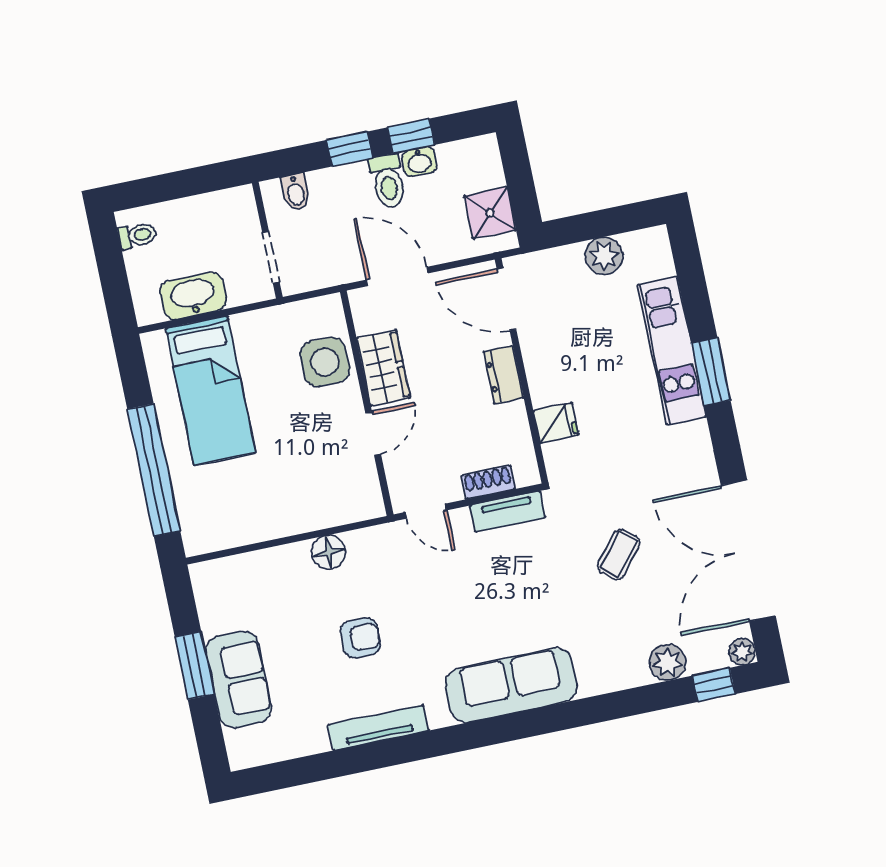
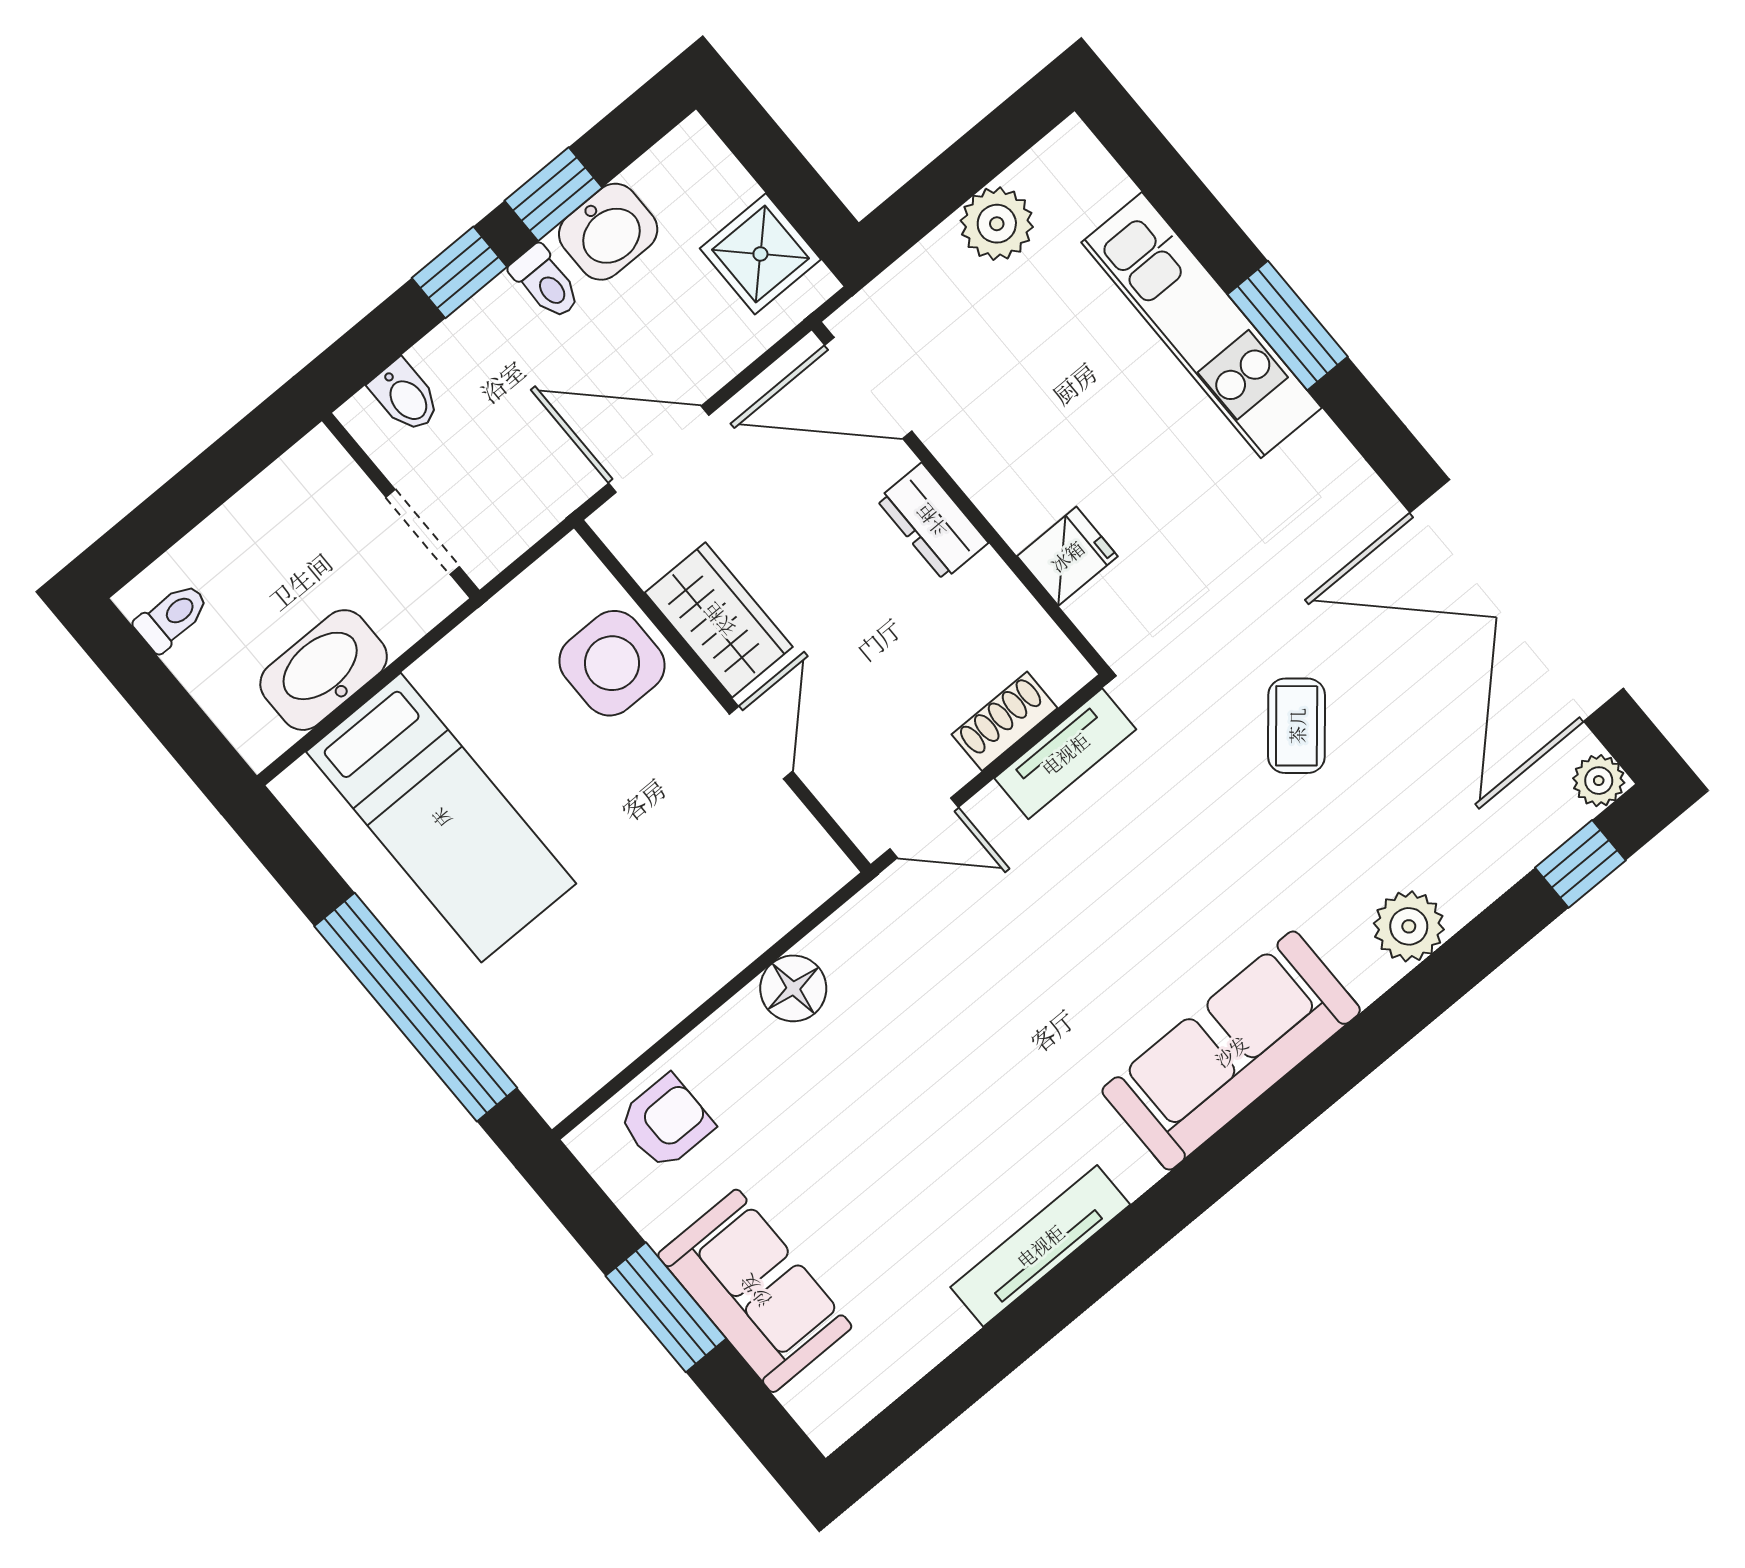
washbasin: (419, 162) -> (608, 232), width x1.38, depth x1.45
toilet: (388, 181) -> (546, 282), width x0.73, depth x0.72
armchair: (360, 638) -> (666, 1122), moved
plant: (667, 662) -> (1409, 926), moved

